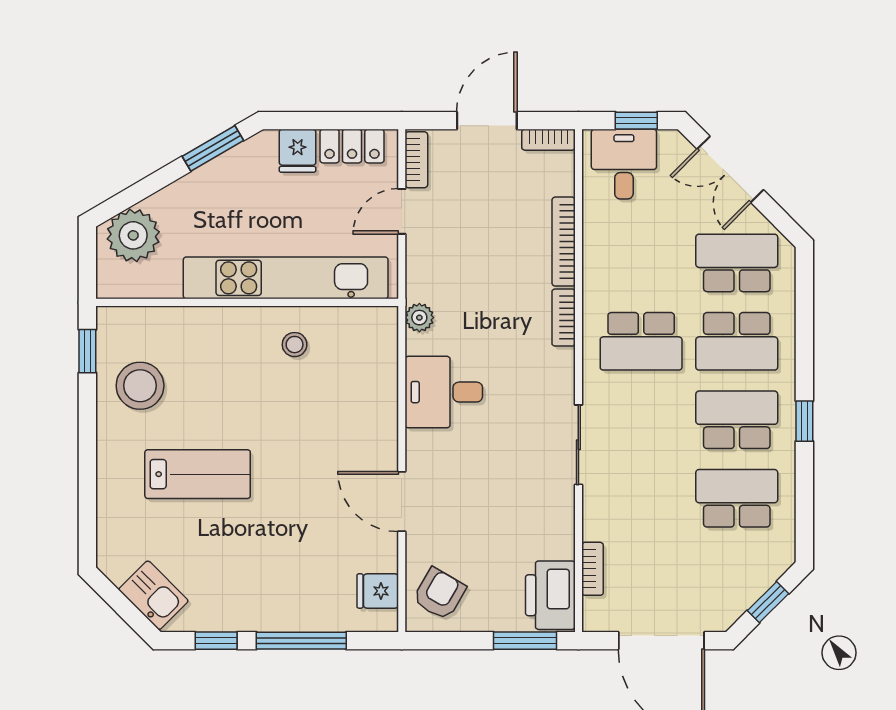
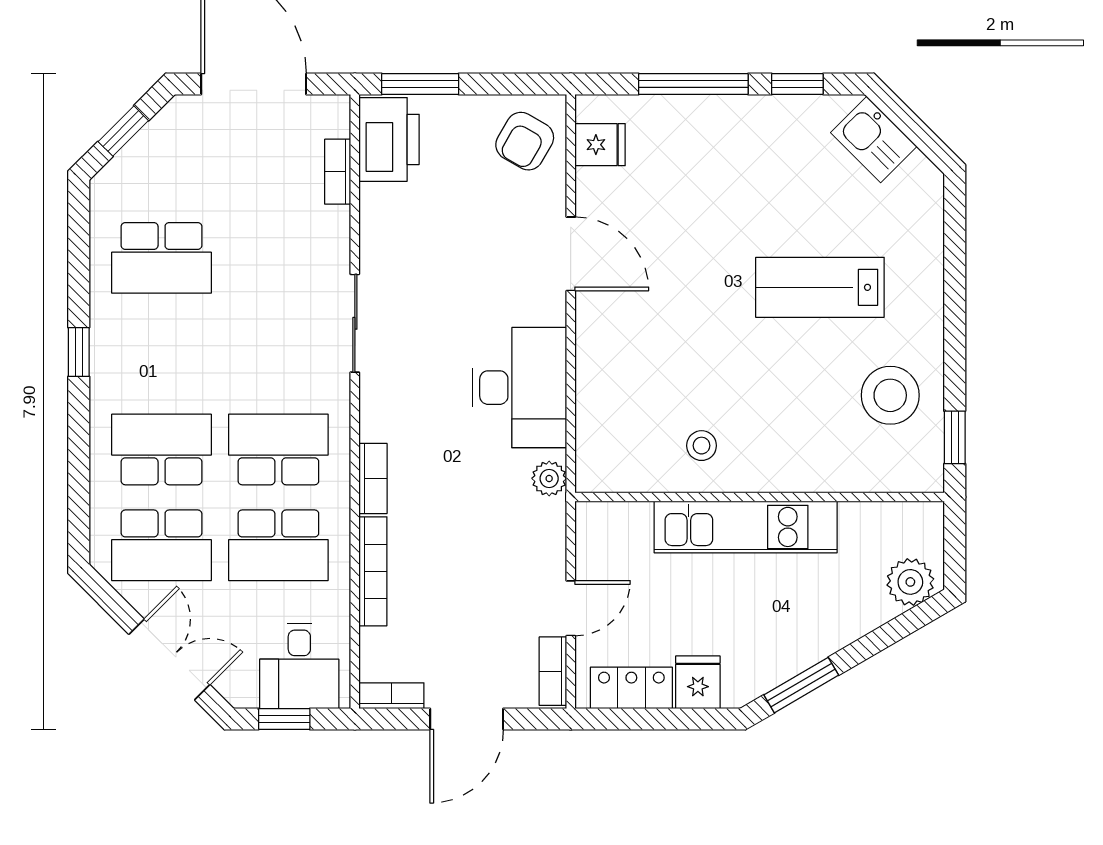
plant: (133, 235) -> (910, 582), width x0.73, depth x0.73
kitchen unit: (286, 278) -> (746, 527), width x0.73
desk: (444, 392) -> (519, 388), width x1.37
school desk: (737, 420) -> (278, 545), moved

